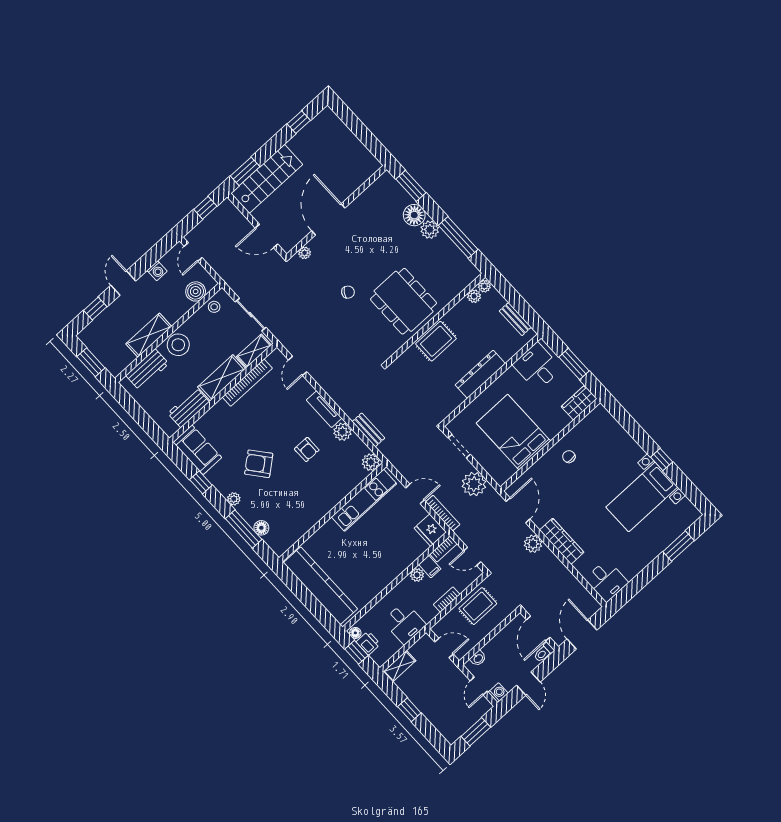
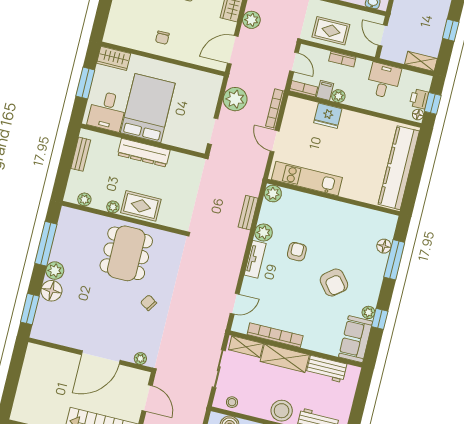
plant: (484, 286) -> (113, 207), moved
bed: (513, 432) -> (148, 108), moved, turned 180
plant: (234, 499) -> (368, 312), moved
fridge: (430, 530) -> (328, 116), moved, turned 90

